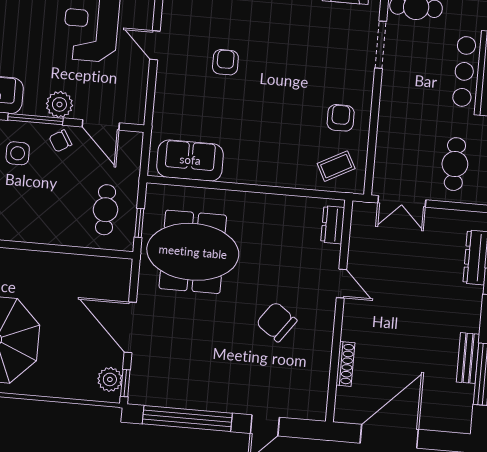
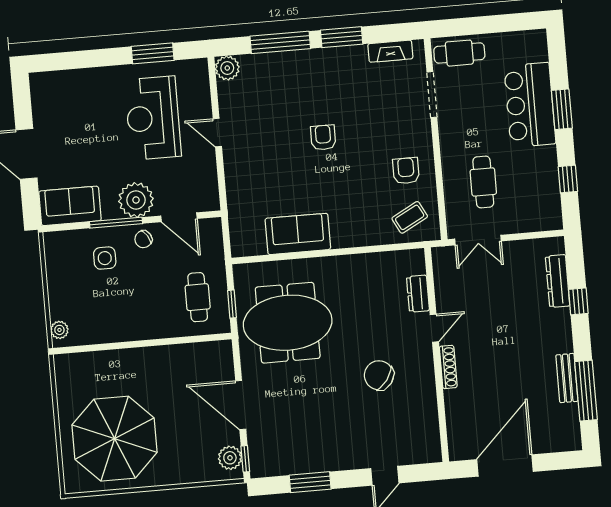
armchair: (225, 62) -> (323, 138), moved
plant: (59, 104) -> (136, 200), width x1.36, depth x1.36
sofa: (190, 160) -> (298, 234), moved
cafe table: (455, 164) -> (483, 182), moved
dresser: (333, 225) -> (418, 294), moved
door: (342, 284) -> (434, 328), hinge flipped
shoe rack: (345, 364) -> (448, 367), moved
window: (187, 419) -> (310, 482), width x0.47

